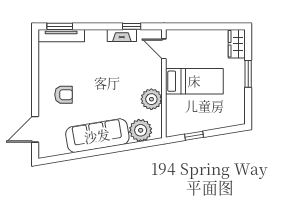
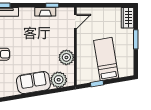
door: (164, 49) -> (75, 21), swing flipped
bed: (194, 81) -> (106, 59), moved, turned -99
sofa: (97, 136) -> (33, 83), width x0.73

